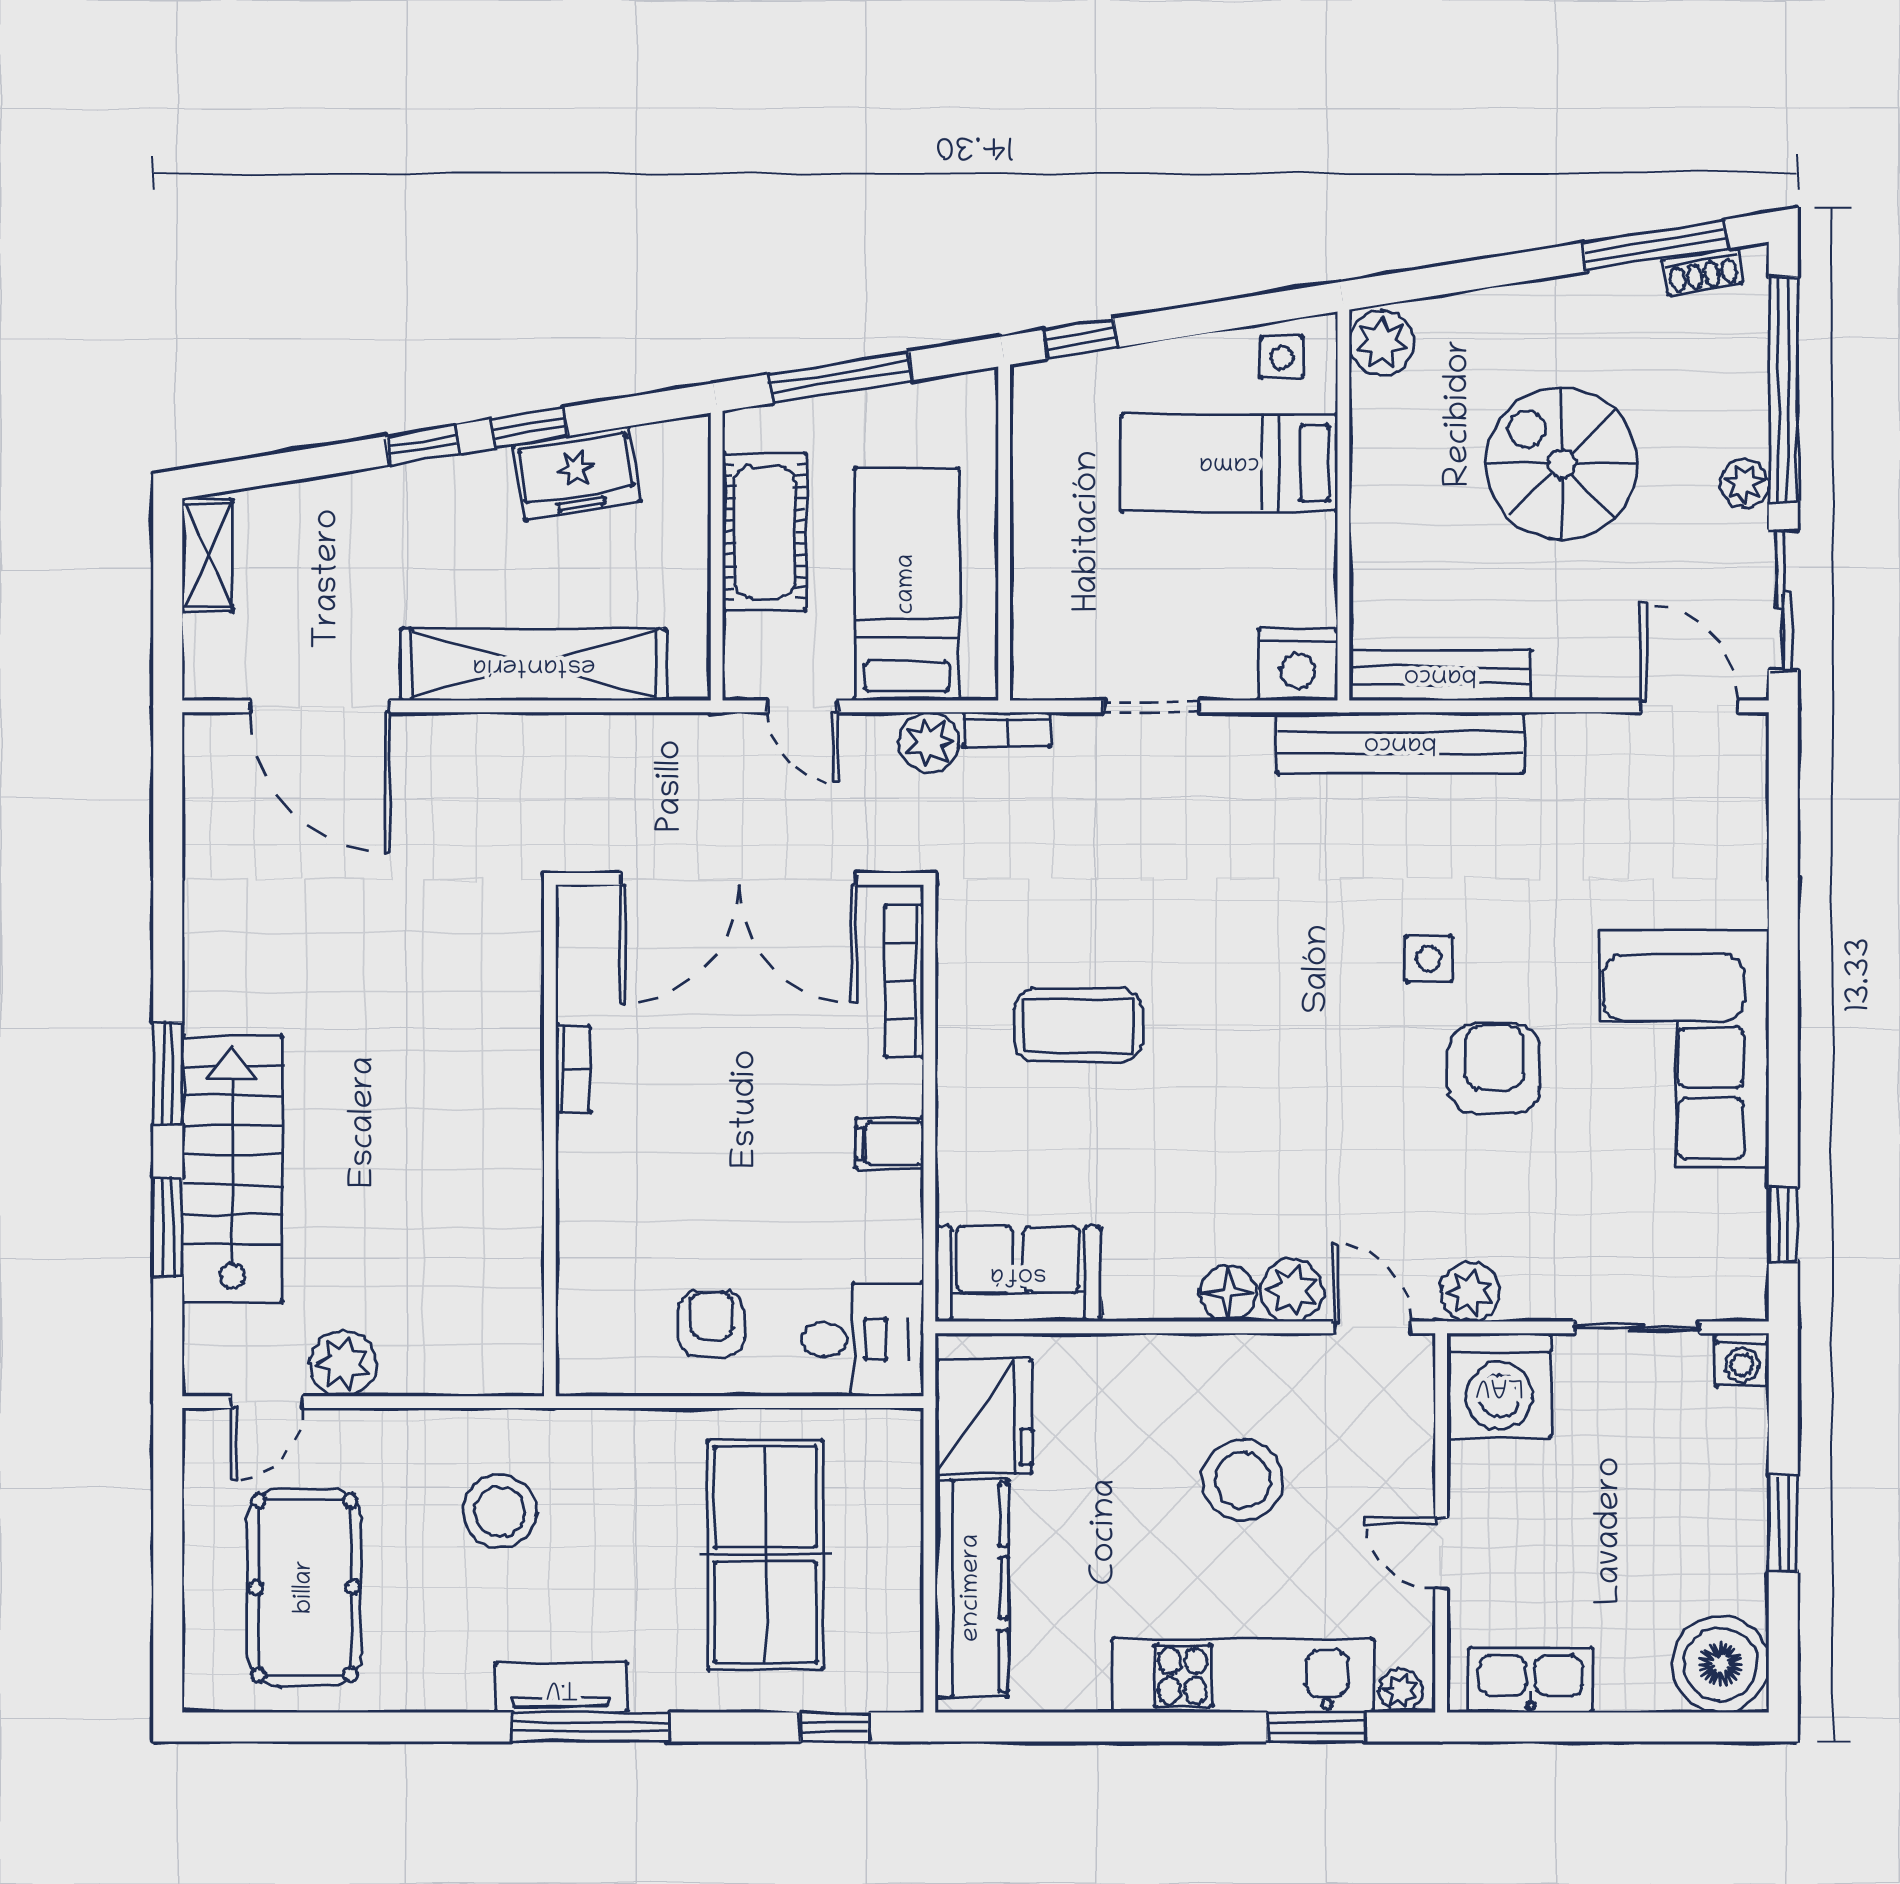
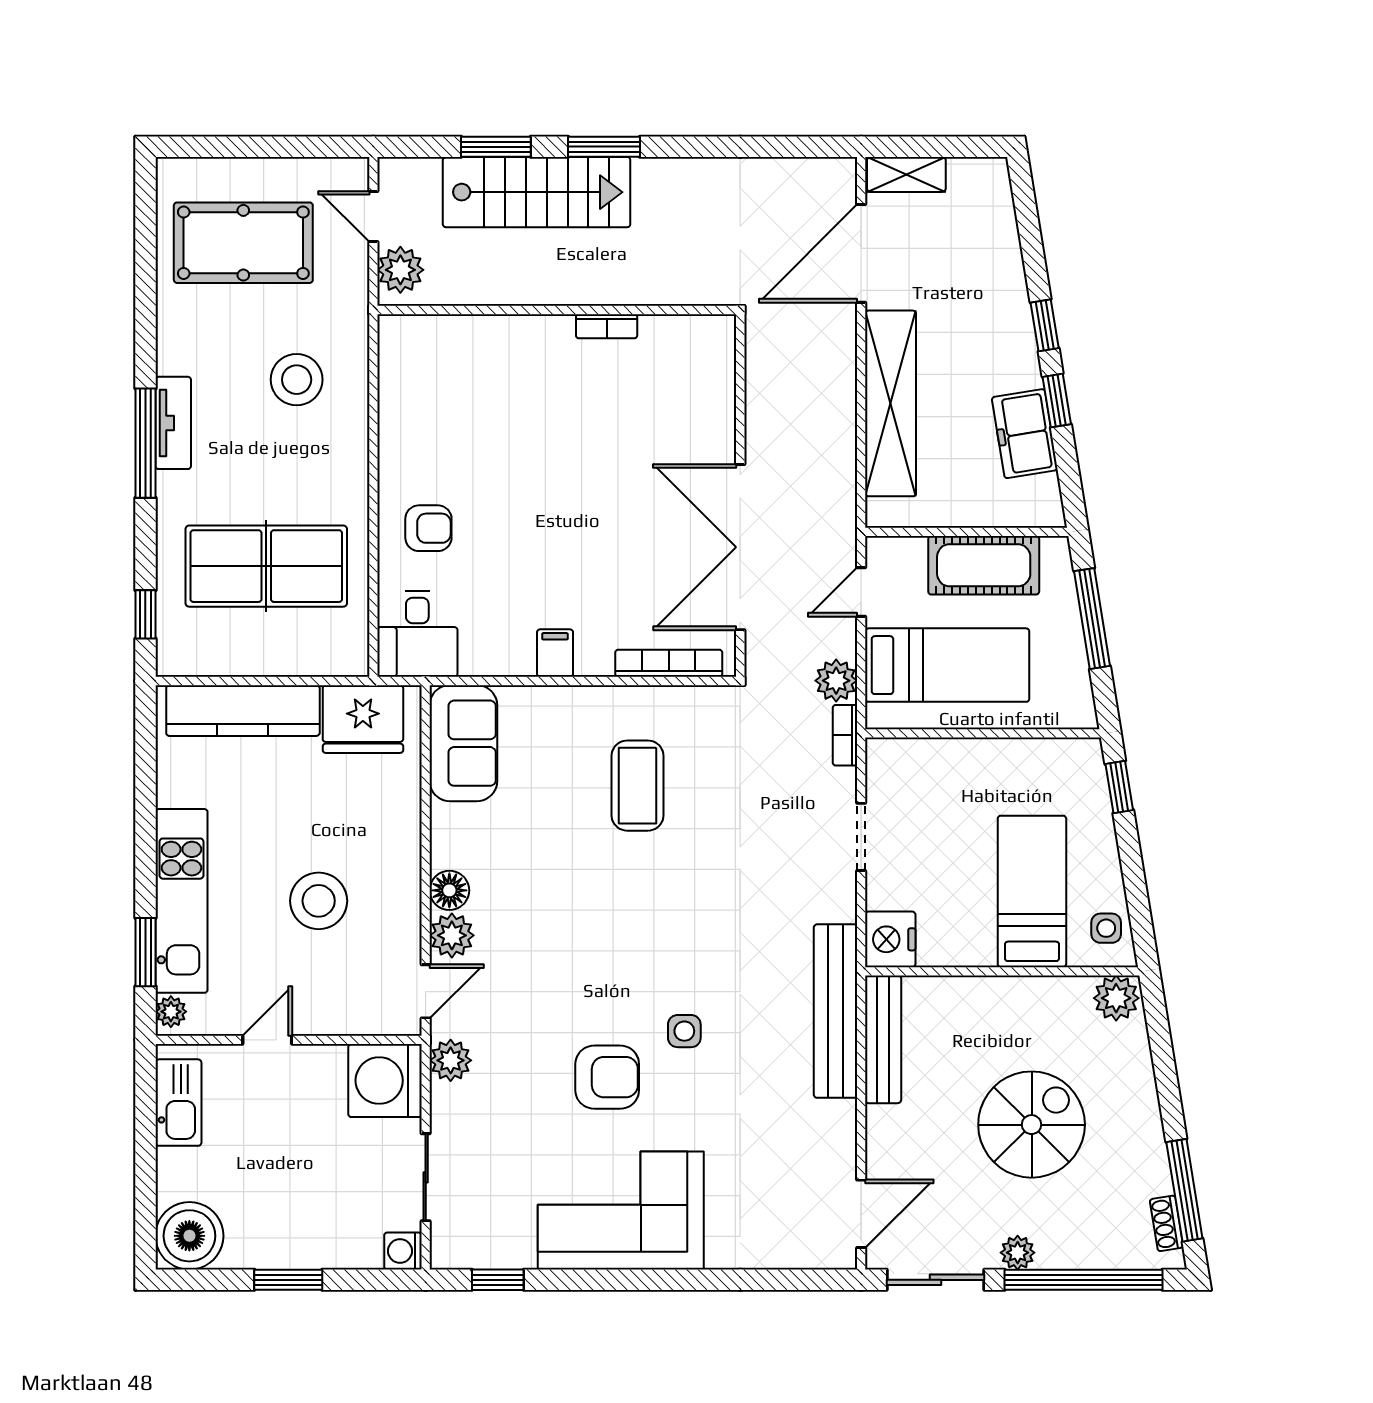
shelving: (207, 555) -> (906, 174), moved
bookcase: (573, 1069) -> (607, 326), moved
wall: (550, 1141) -> (557, 310), moved

